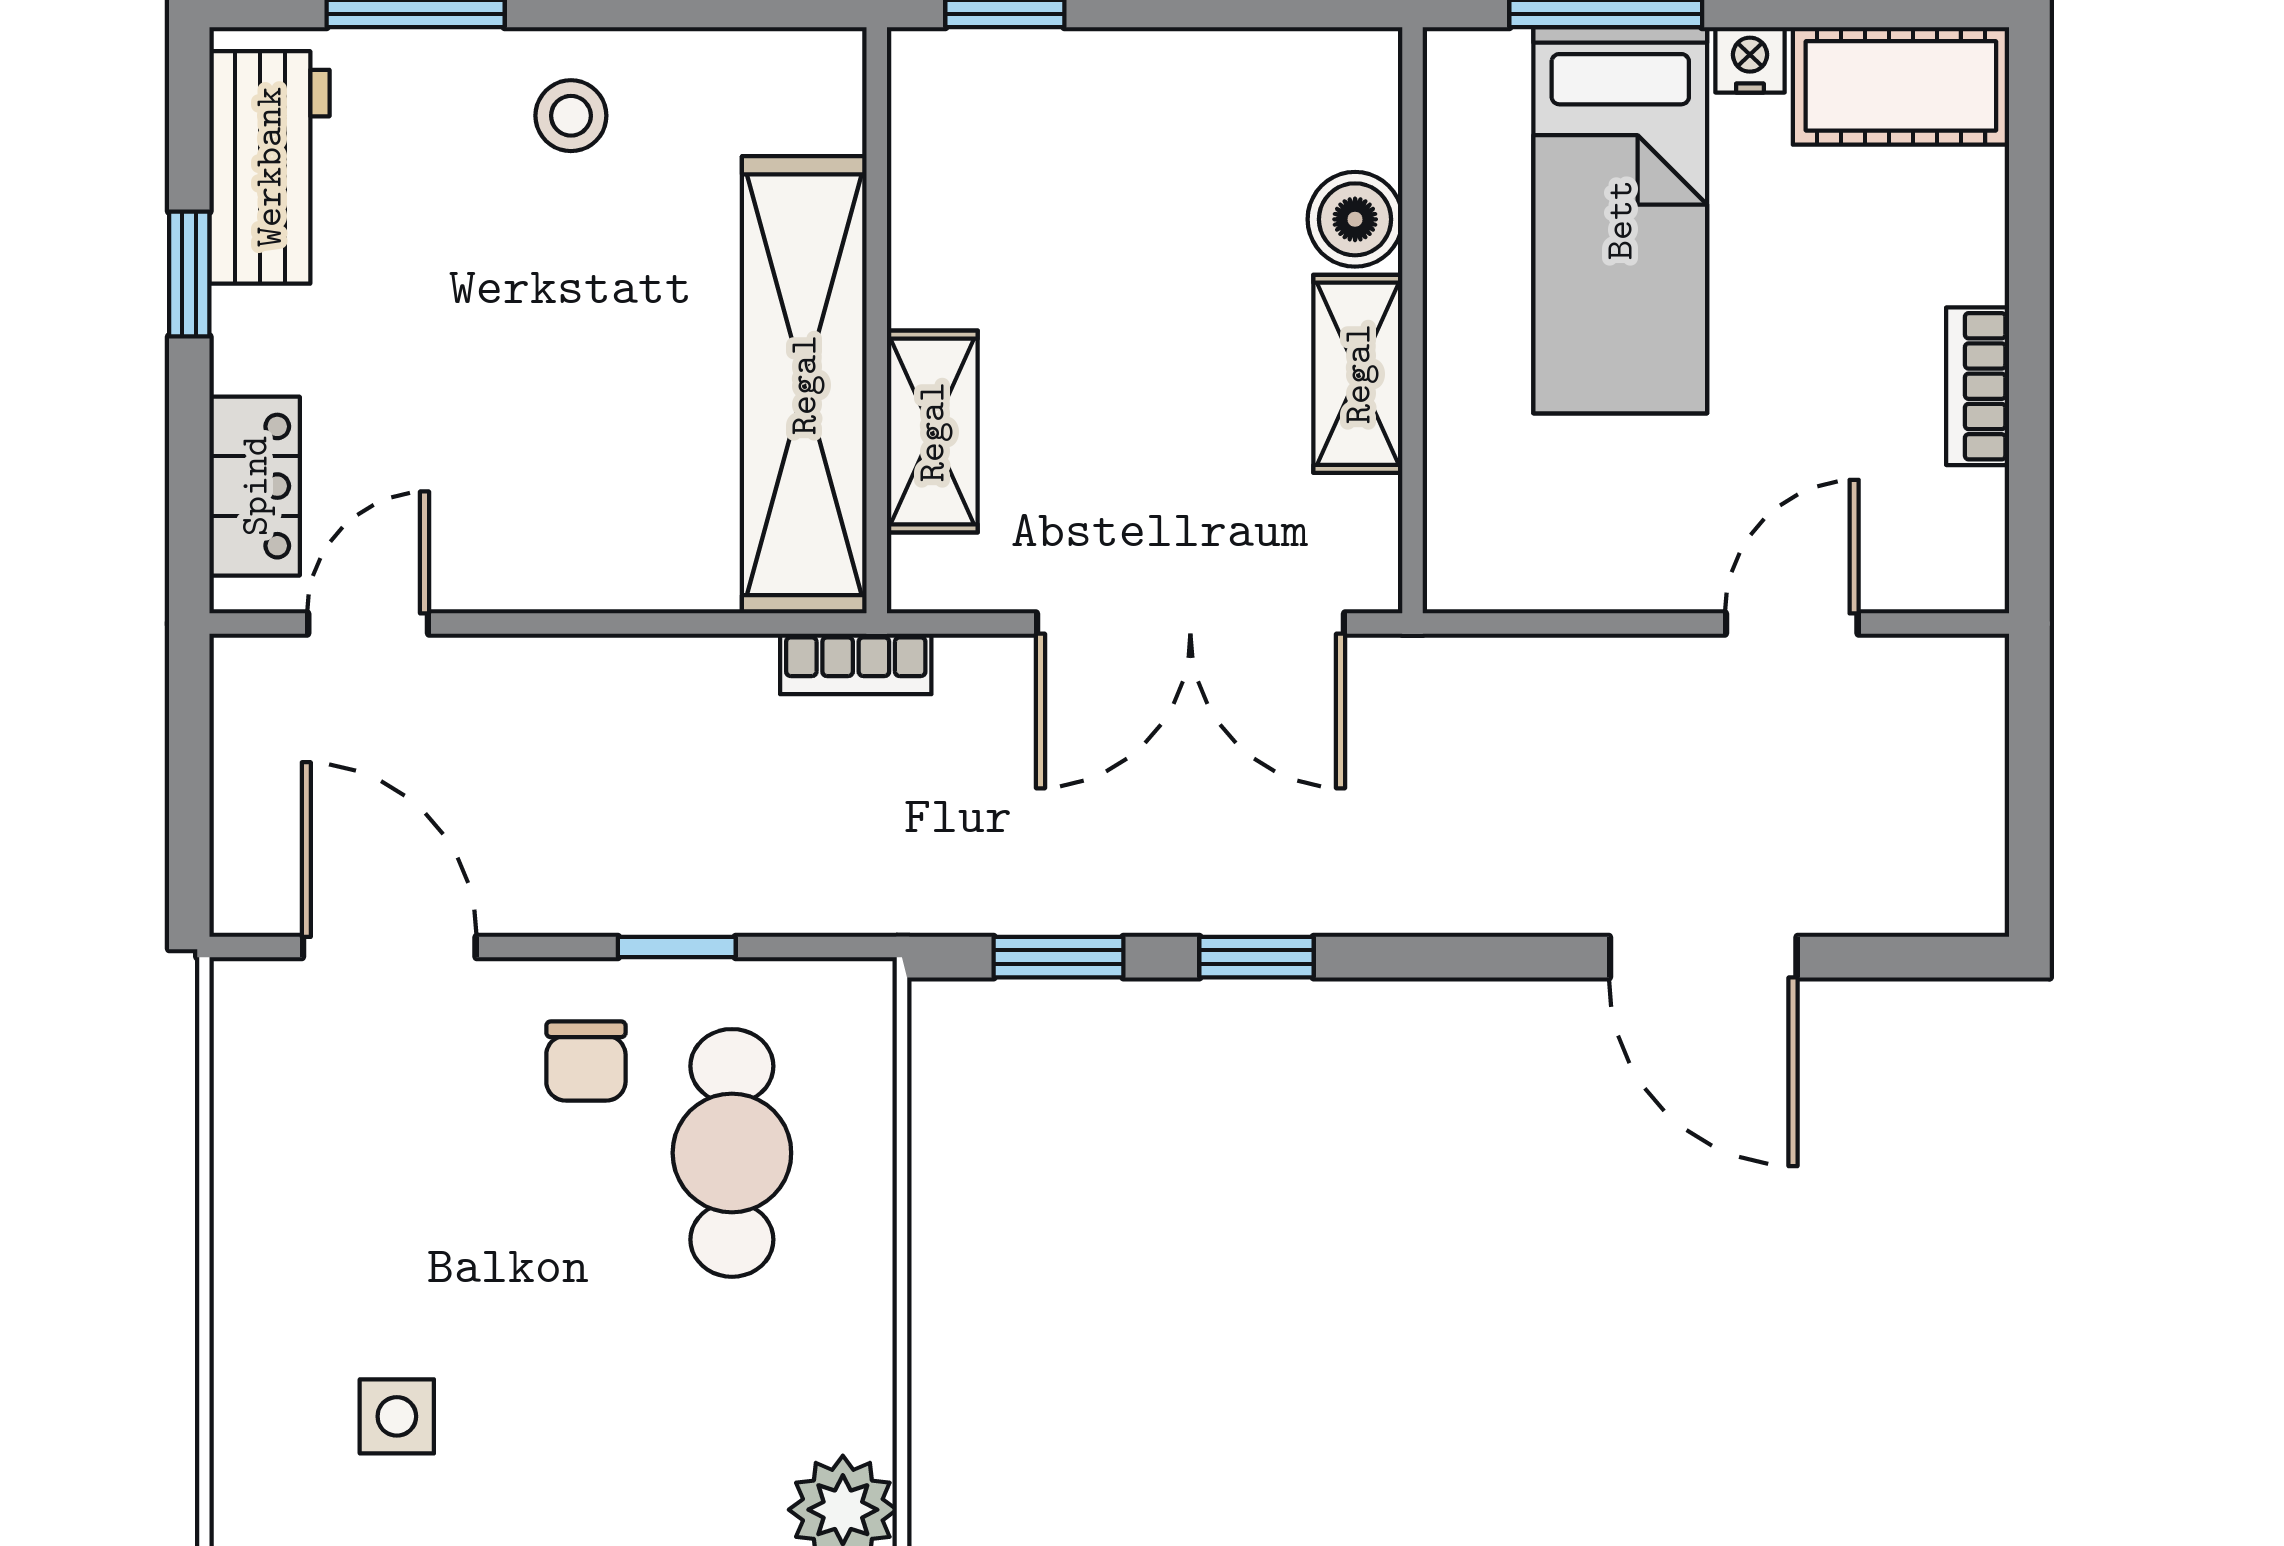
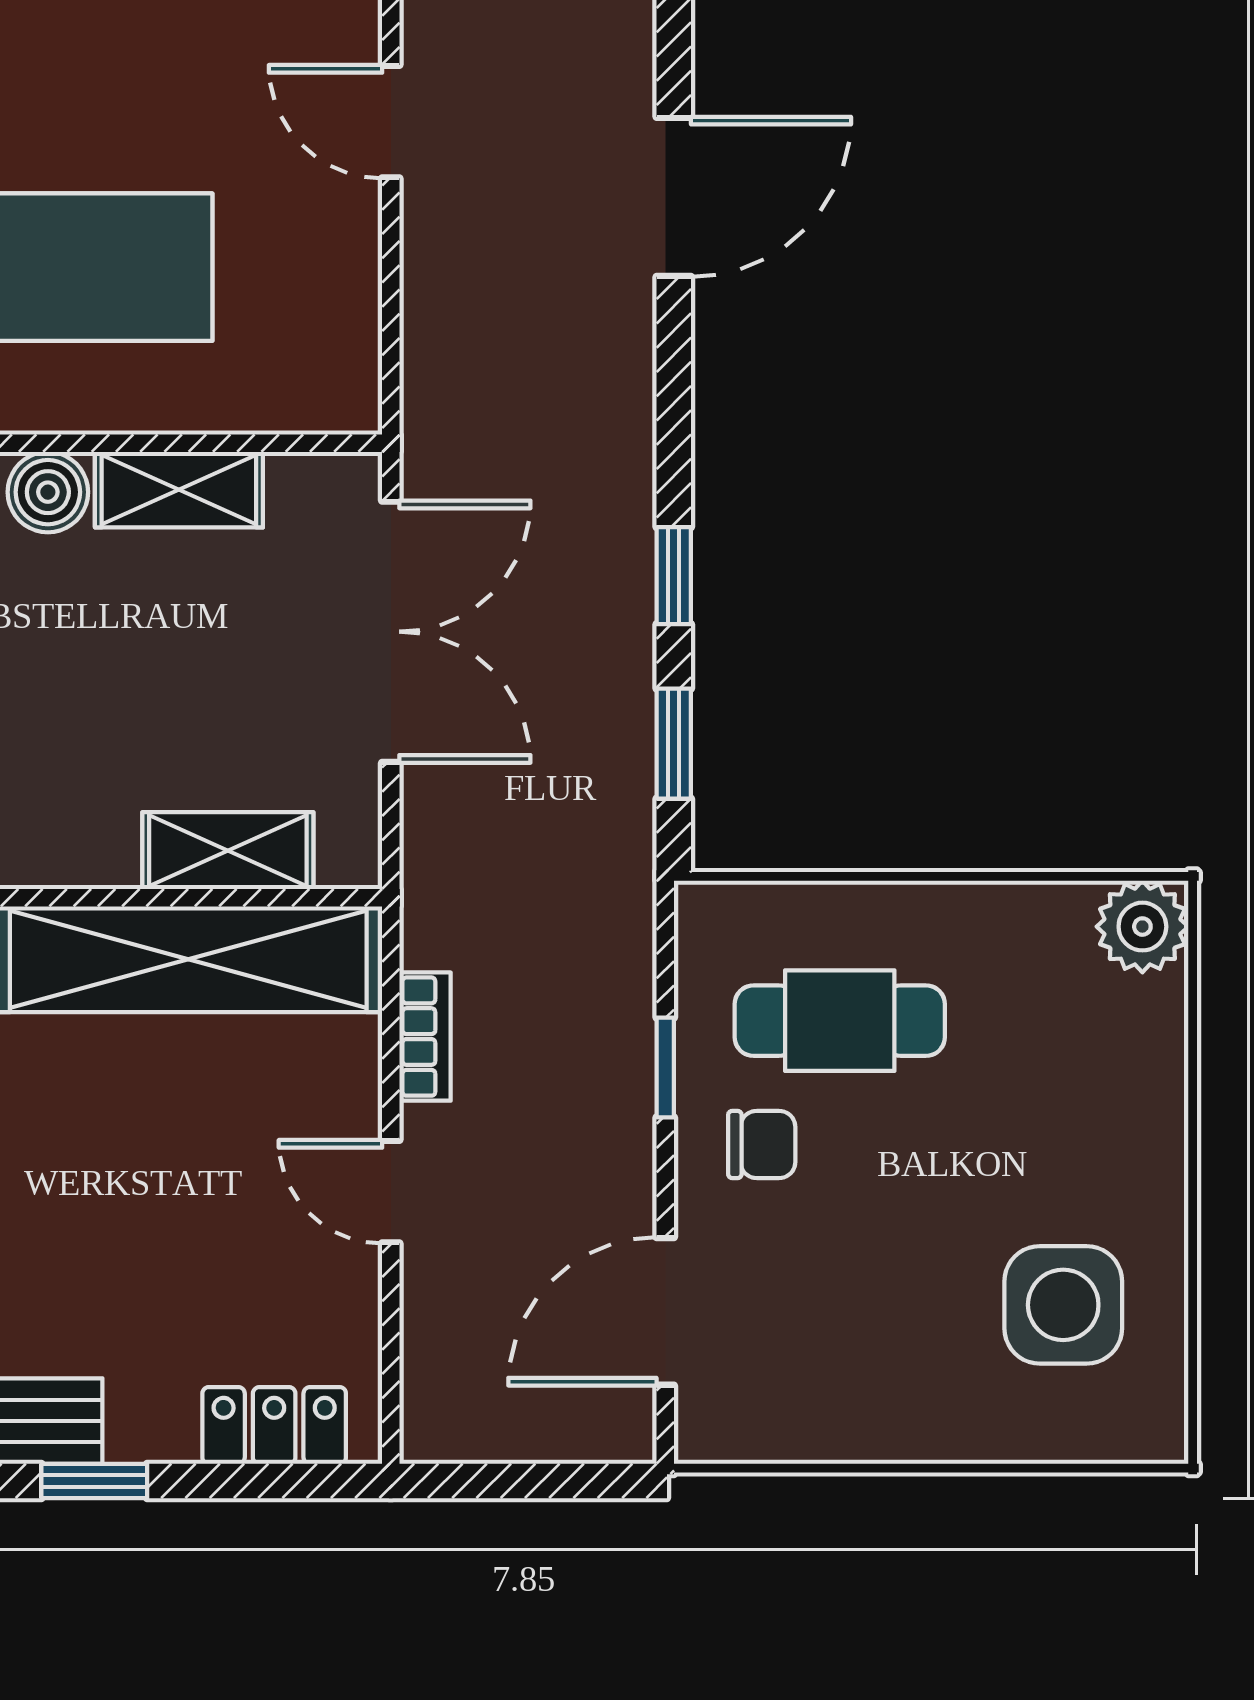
door: (368, 624) -> (391, 1192), moved
bookcase: (856, 664) -> (425, 1037), moved
side table: (397, 1416) -> (1063, 1305), width x1.87, depth x1.87

